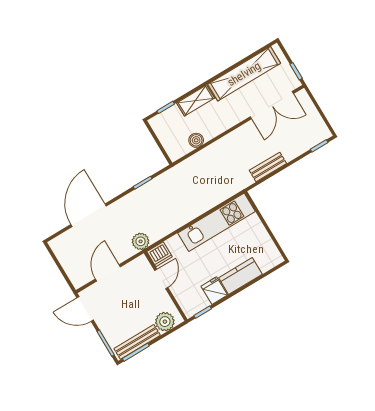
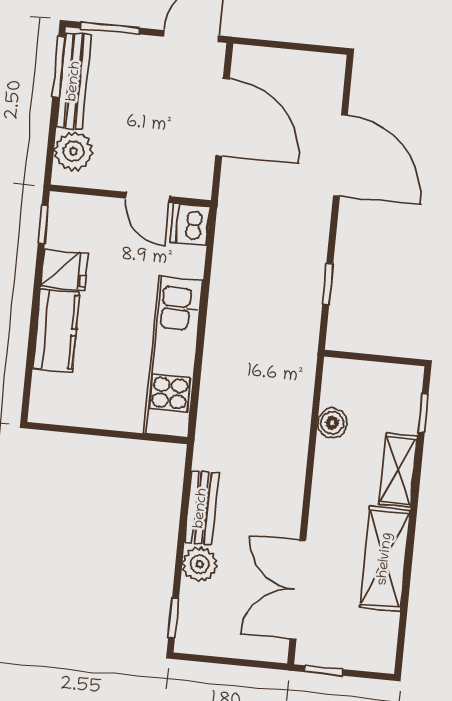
shelving: (244, 74) -> (385, 559), width x0.68
plant: (141, 241) -> (200, 564), moved
door: (108, 273) -> (223, 117), width x1.36

